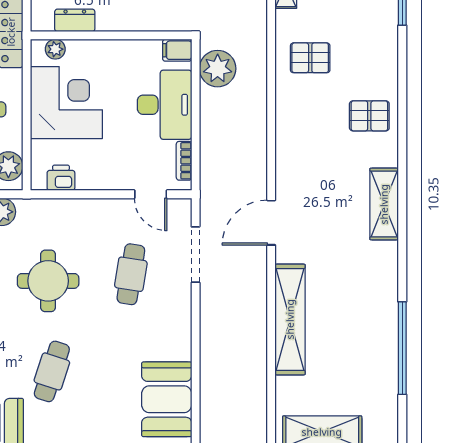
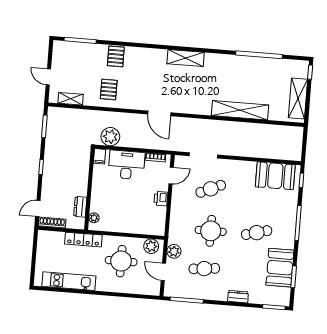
corner desk: (66, 103) -> (121, 214), removed
pallet: (369, 116) -> (116, 56), moved
printer: (61, 178) -> (161, 199), moved
door: (271, 223) -> (159, 113), moved
cafe table: (131, 274) -> (211, 189), turned -33
cafe table: (52, 371) -> (257, 233), turned -33

